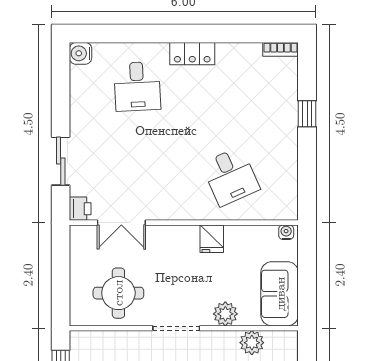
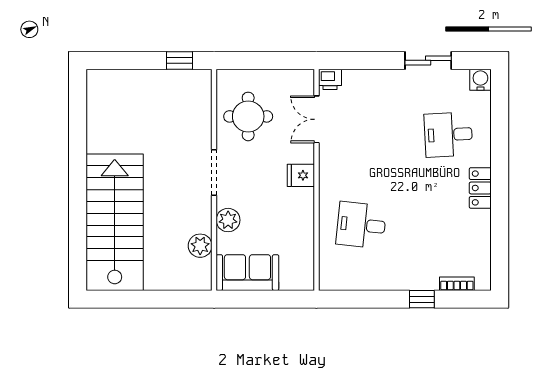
bookcase: (281, 49) -> (457, 284), moved, turned 90
sliding door: (61, 161) -> (428, 60), moved
desk: (231, 176) -> (361, 225), turned 30
water cooler: (286, 232) -> (307, 279), removed
fridge: (212, 239) -> (301, 175), moved

